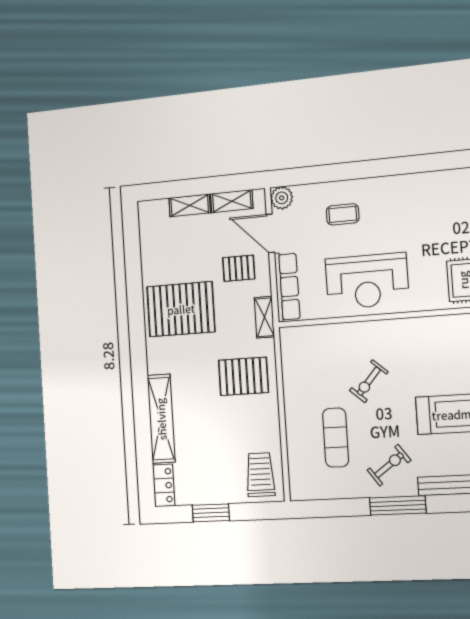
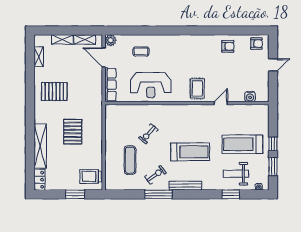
pallet: (239, 268) -> (86, 73), removed
pallet: (181, 309) -> (54, 91), width x0.73, depth x0.71
shelving: (264, 317) -> (39, 57), moved
pallet: (243, 376) -> (73, 132), moved, turned 90
trolley: (260, 475) -> (91, 176), turned -90
window: (211, 513) -> (75, 194), moved

